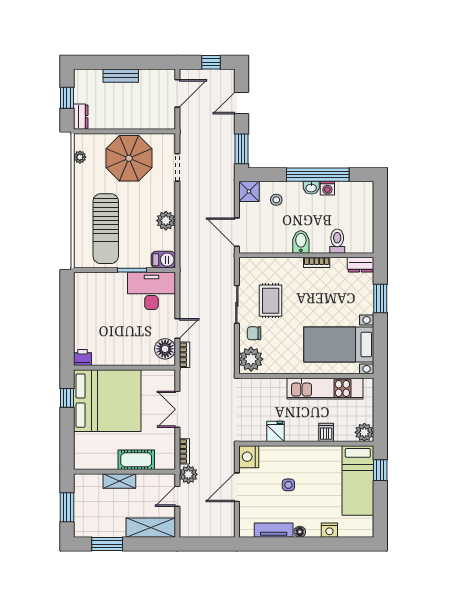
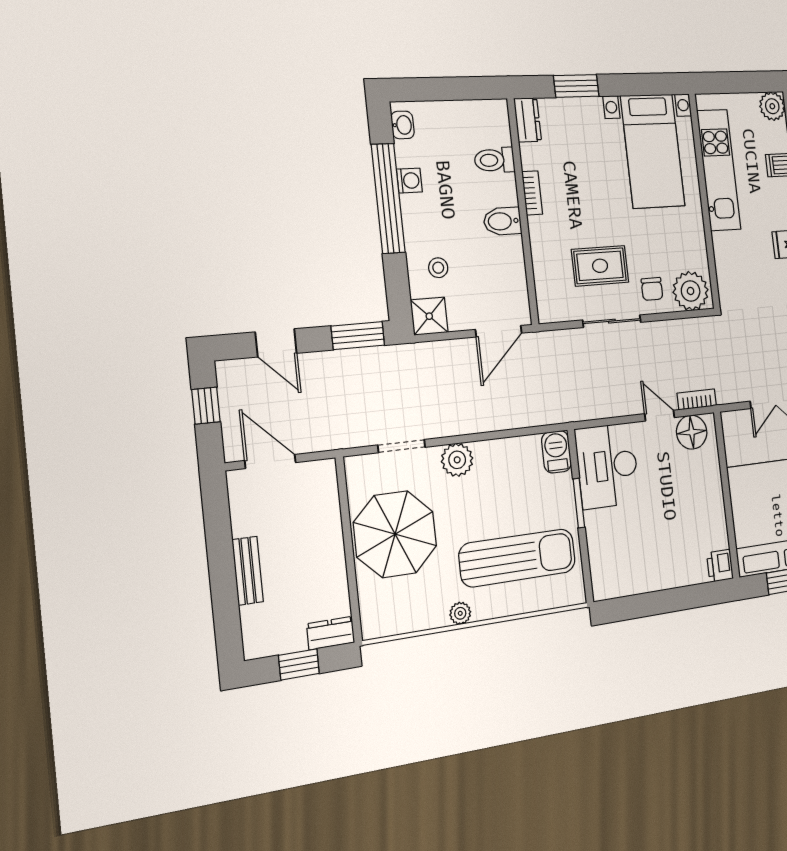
plant: (80, 157) -> (460, 613), moved
washbasin: (311, 188) -> (403, 125), moved
plant: (166, 221) -> (457, 460), moved

